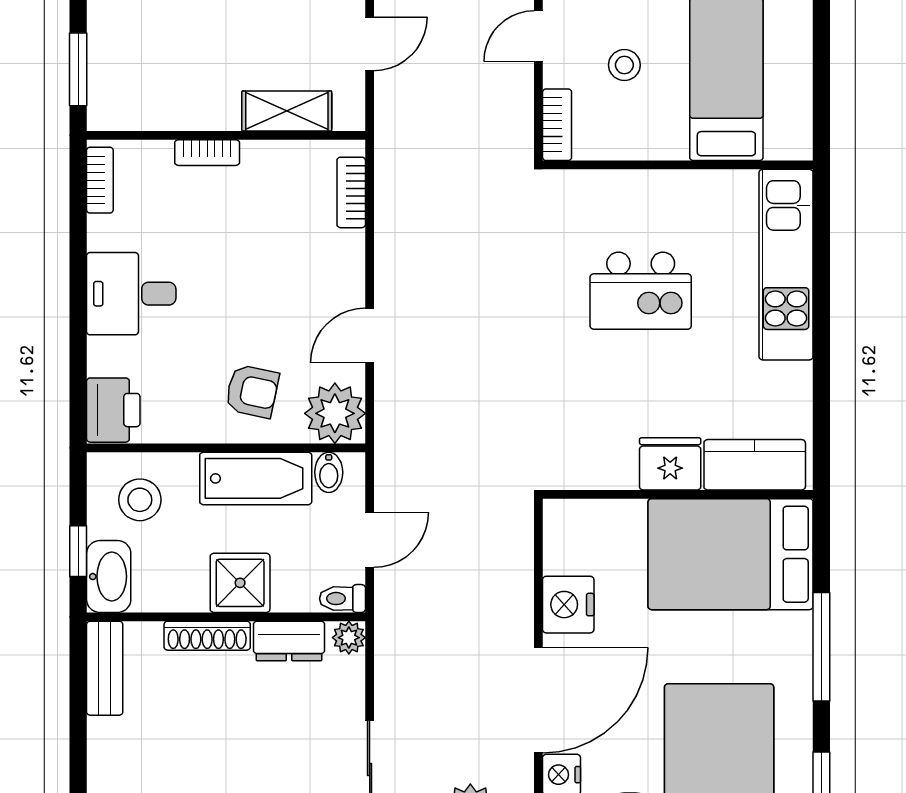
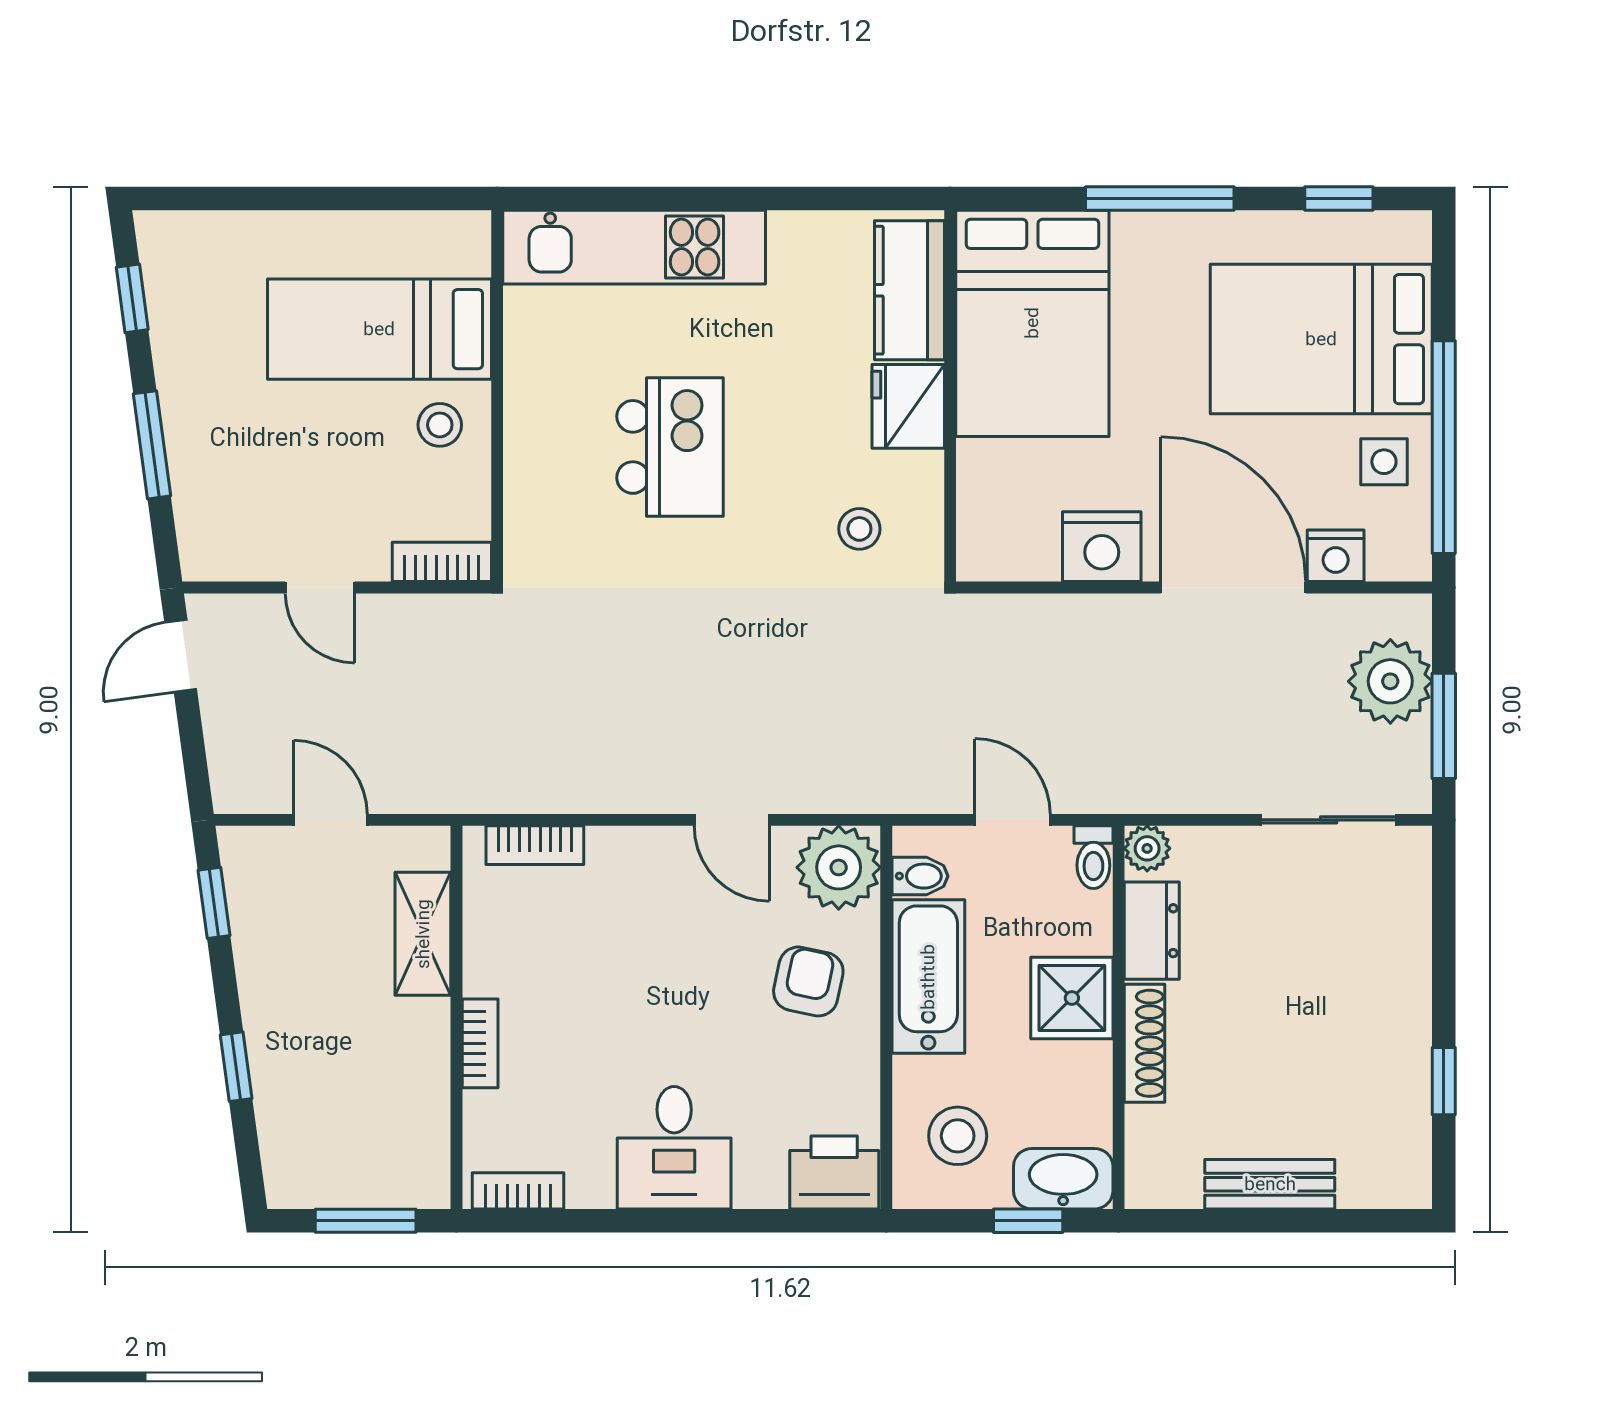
stool: (624, 65) -> (440, 425), moved
stool: (581, 428) -> (859, 529), added
bench: (105, 668) -> (1270, 1184), moved

